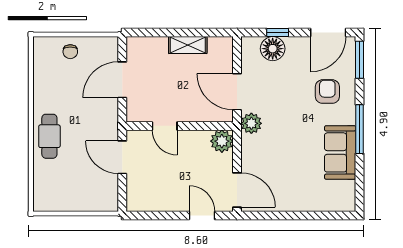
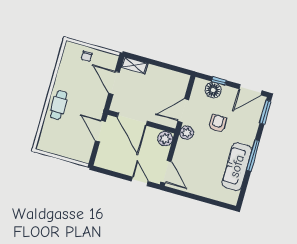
shelving: (188, 45) -> (134, 65), moved
door: (122, 80) -> (114, 83), hinge flipped
door: (237, 92) -> (183, 111), hinge flipped
armchair: (327, 92) -> (217, 123), moved
door: (165, 126) -> (132, 119), width x1.87
sofa: (340, 152) -> (237, 166), width x1.36

